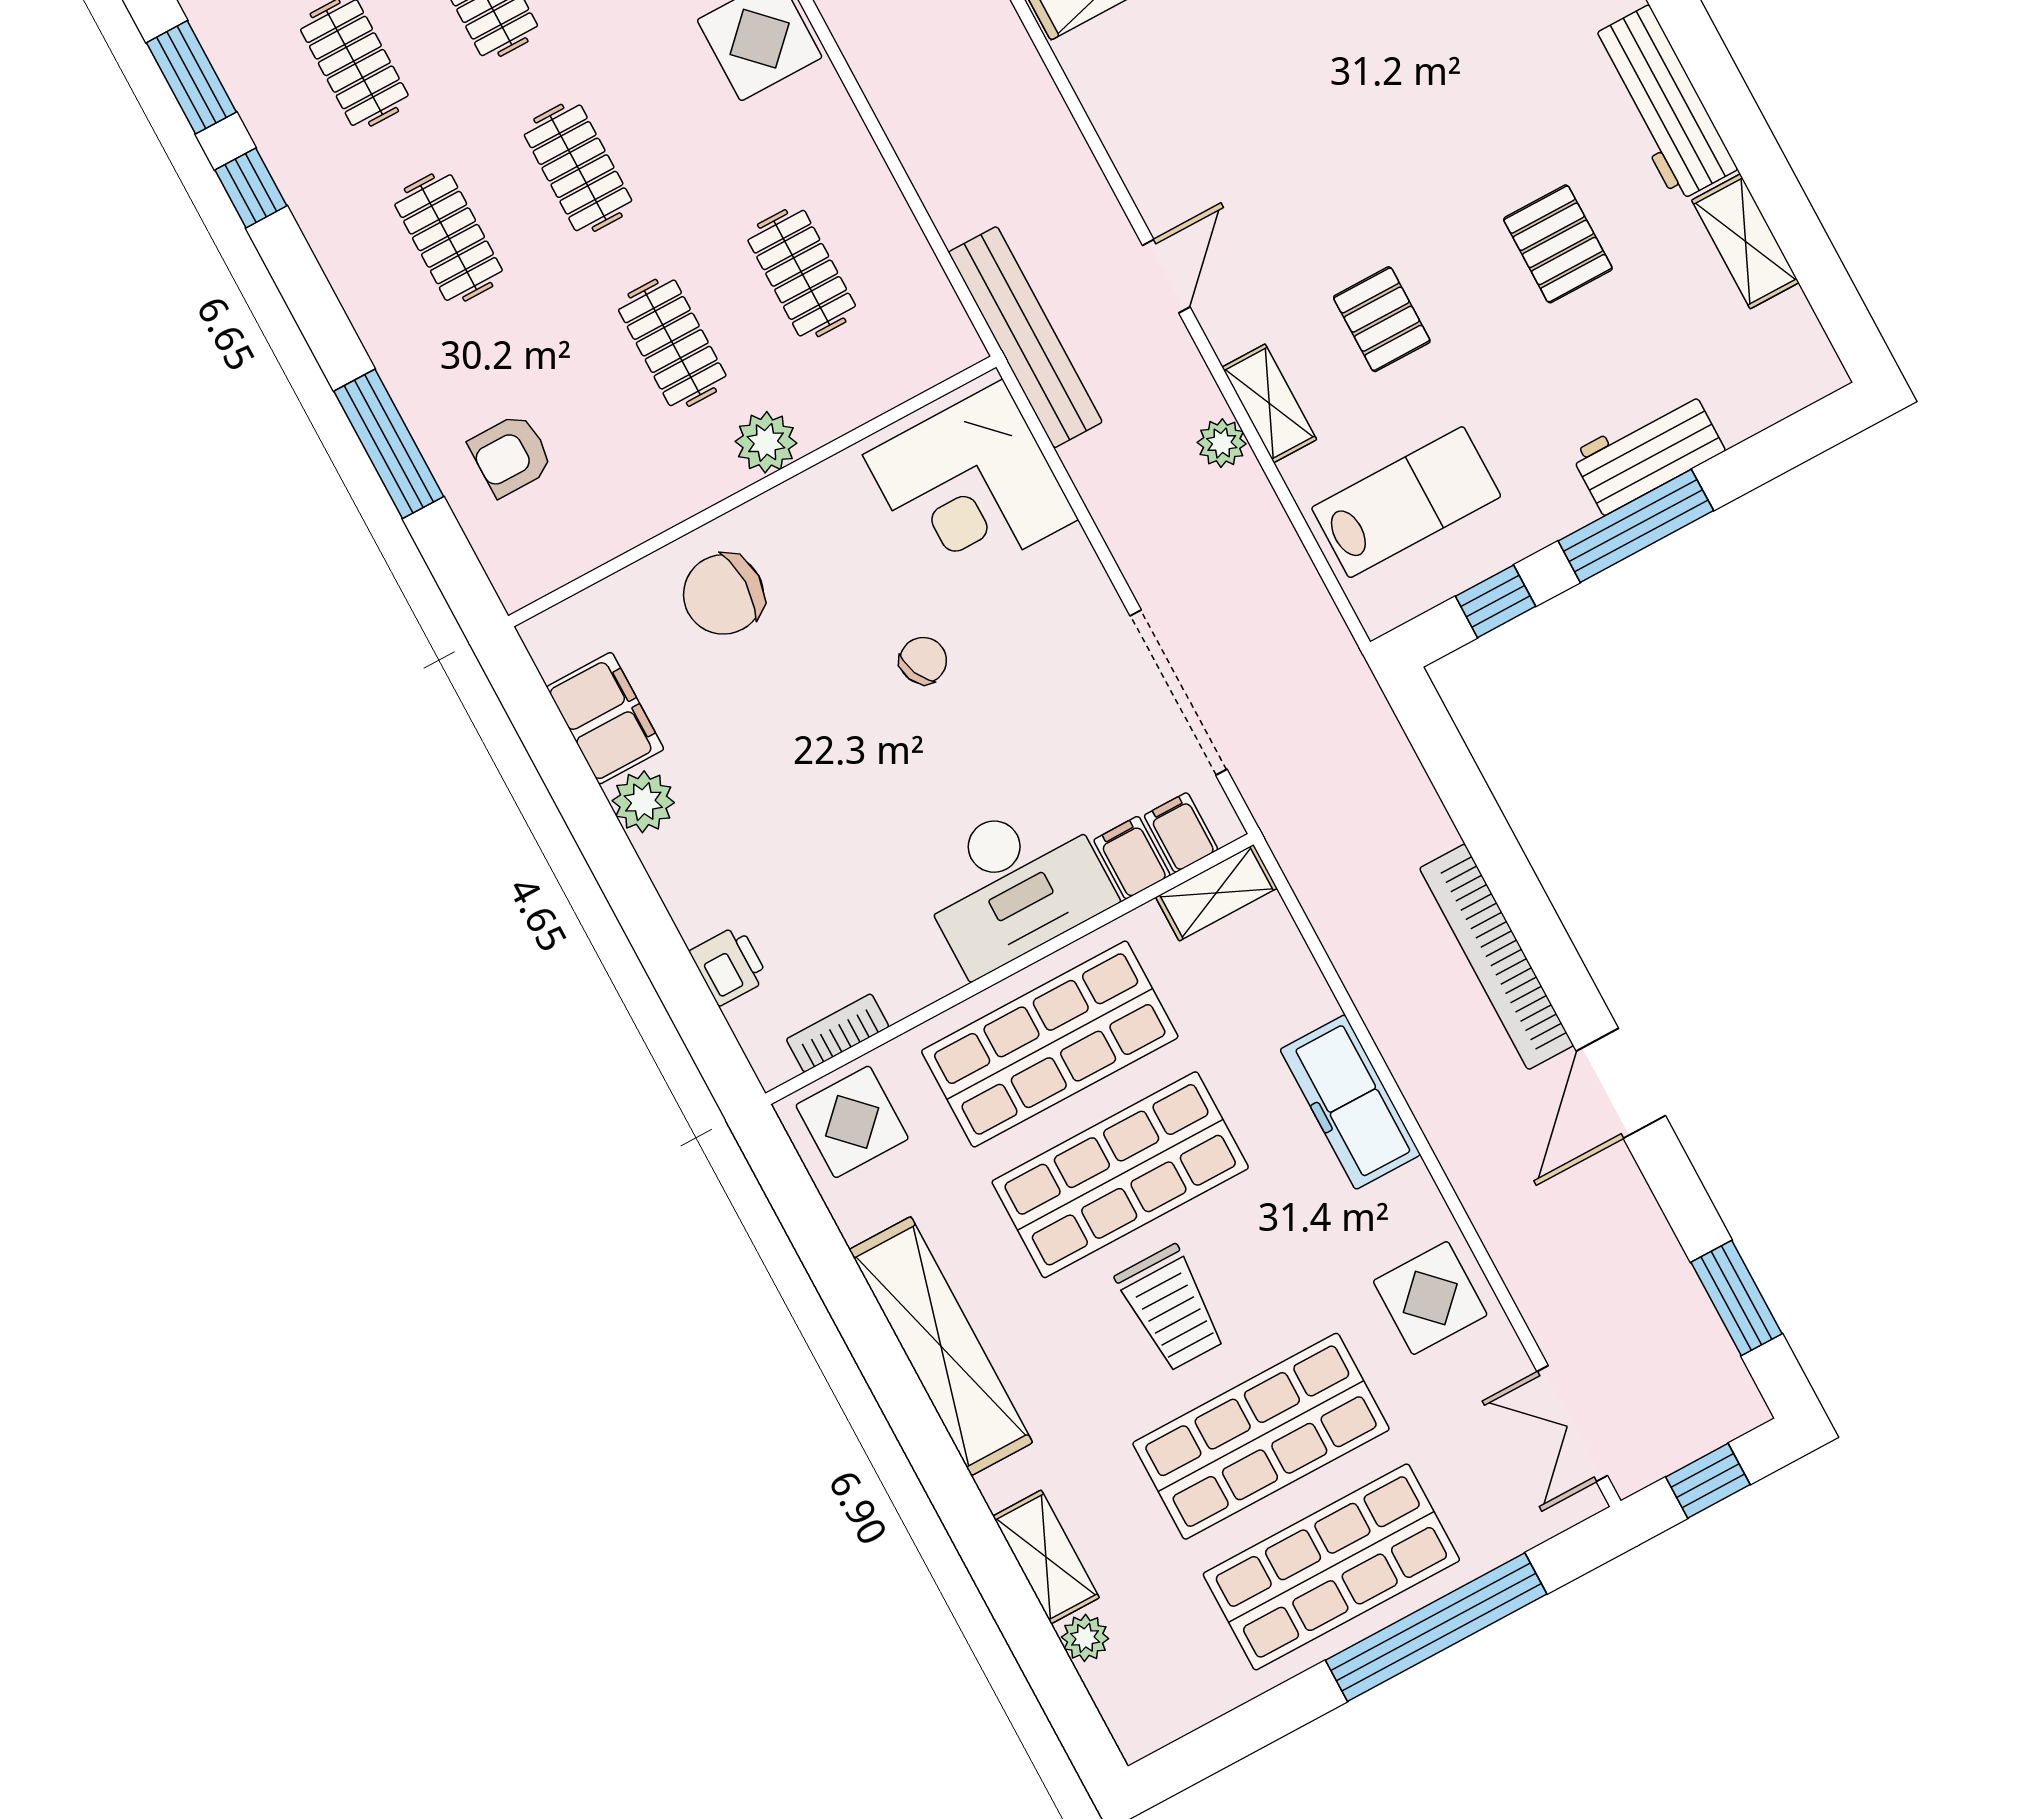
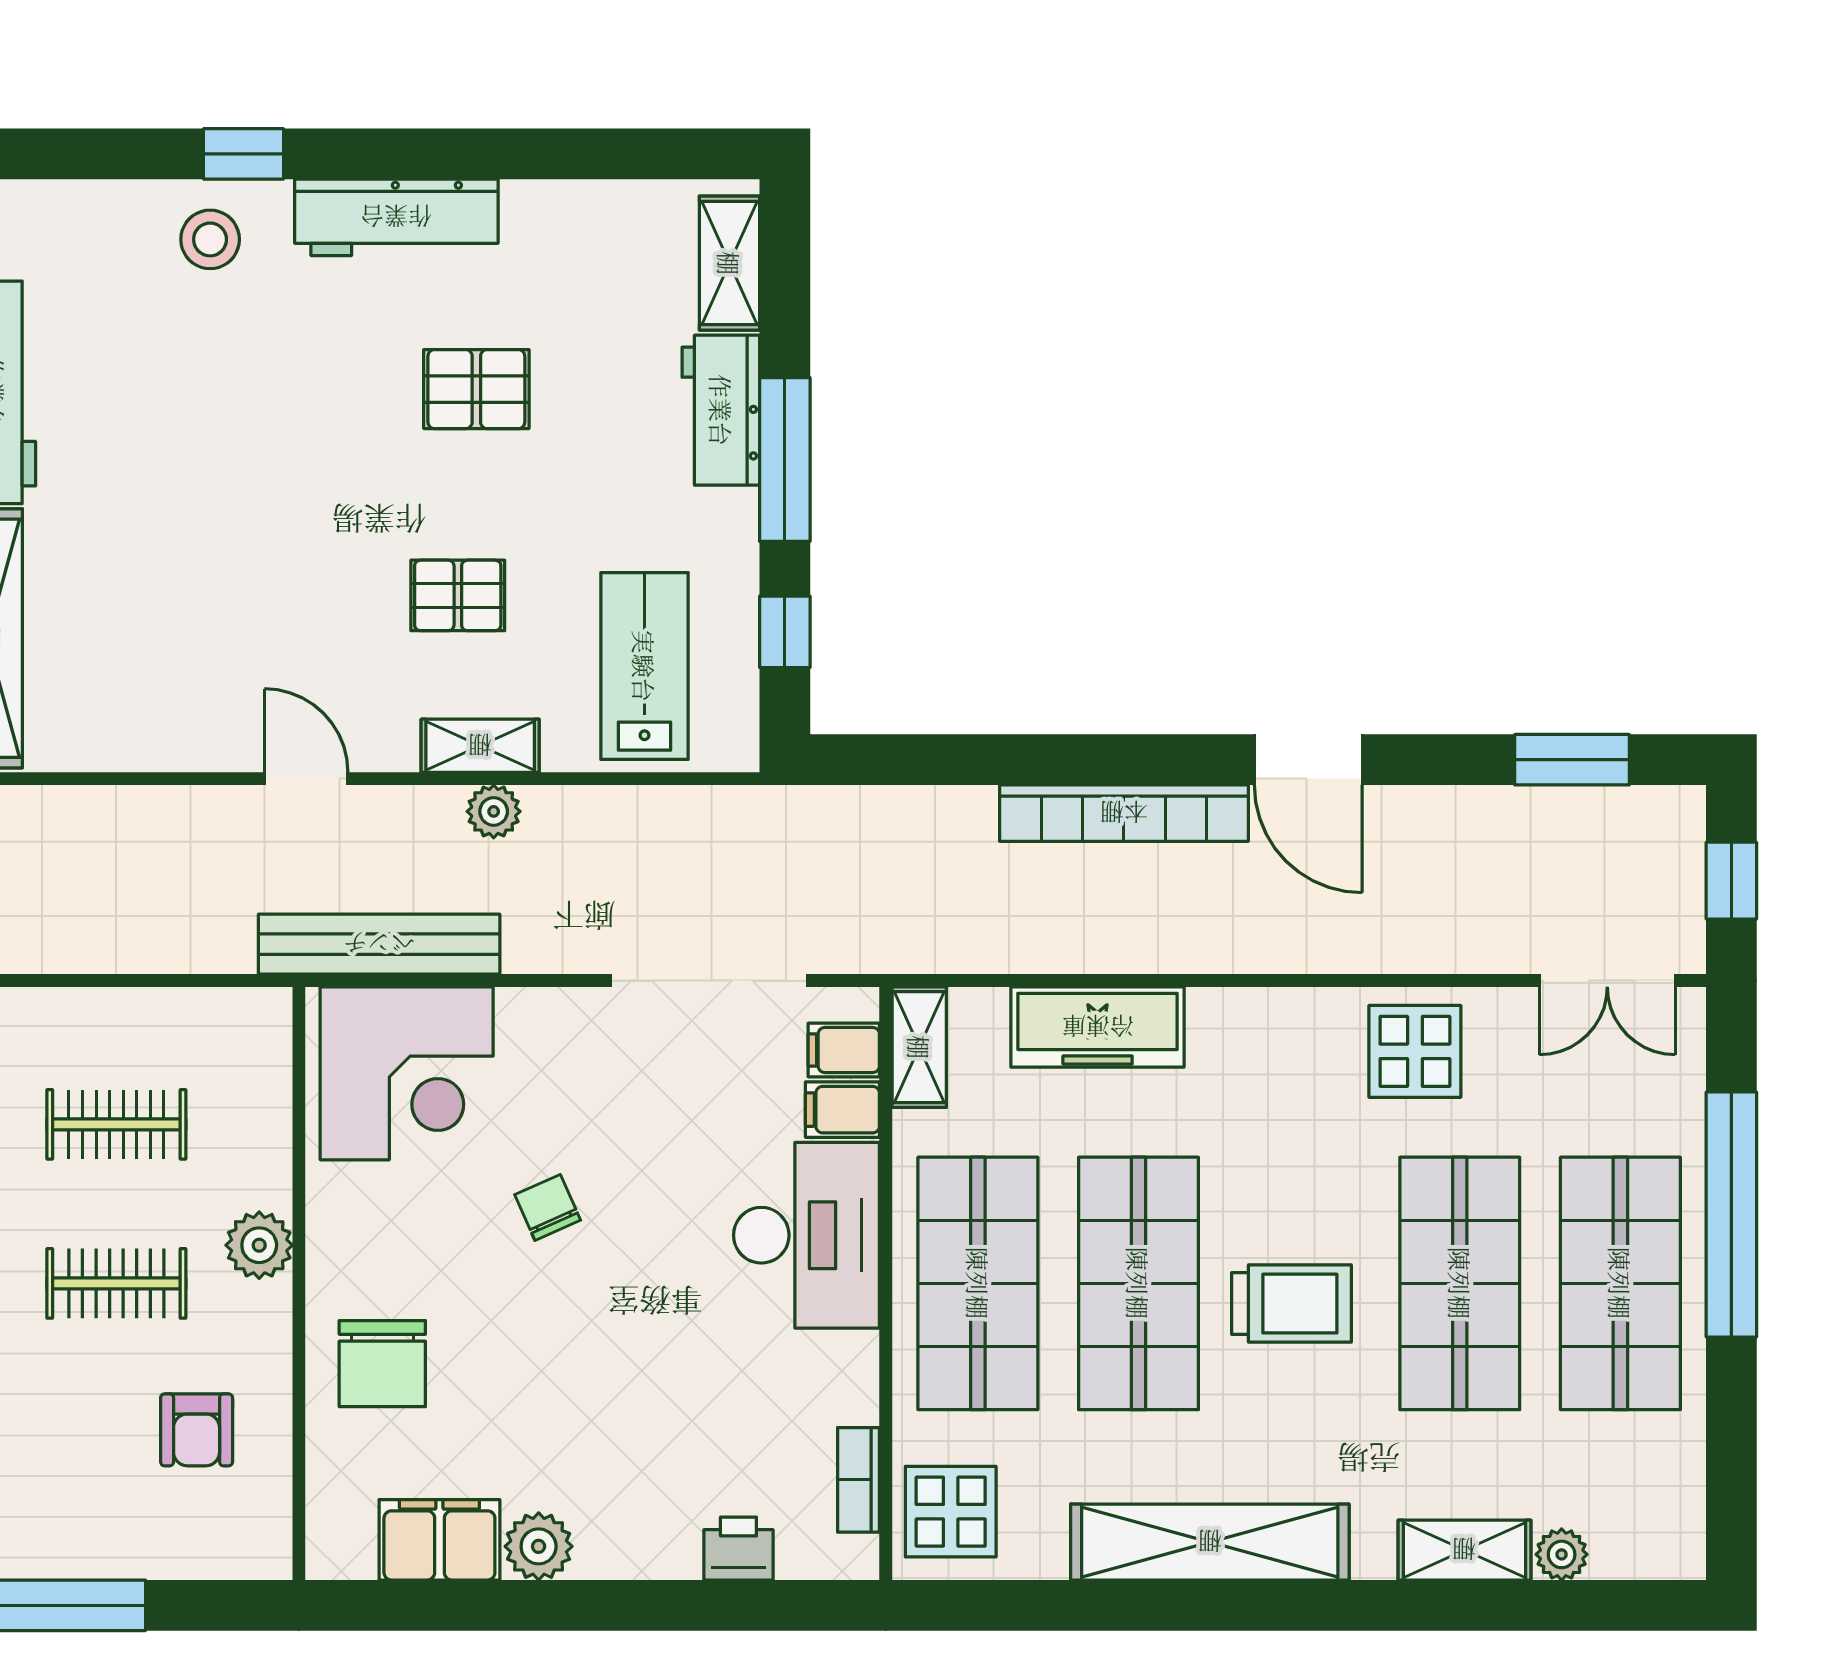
shelving: (1745, 241) -> (729, 263), moved, turned 90
bench: (1025, 337) -> (379, 944), moved
armchair: (511, 455) -> (197, 1430), moved
freezer: (1350, 1102) -> (1098, 1027), moved

